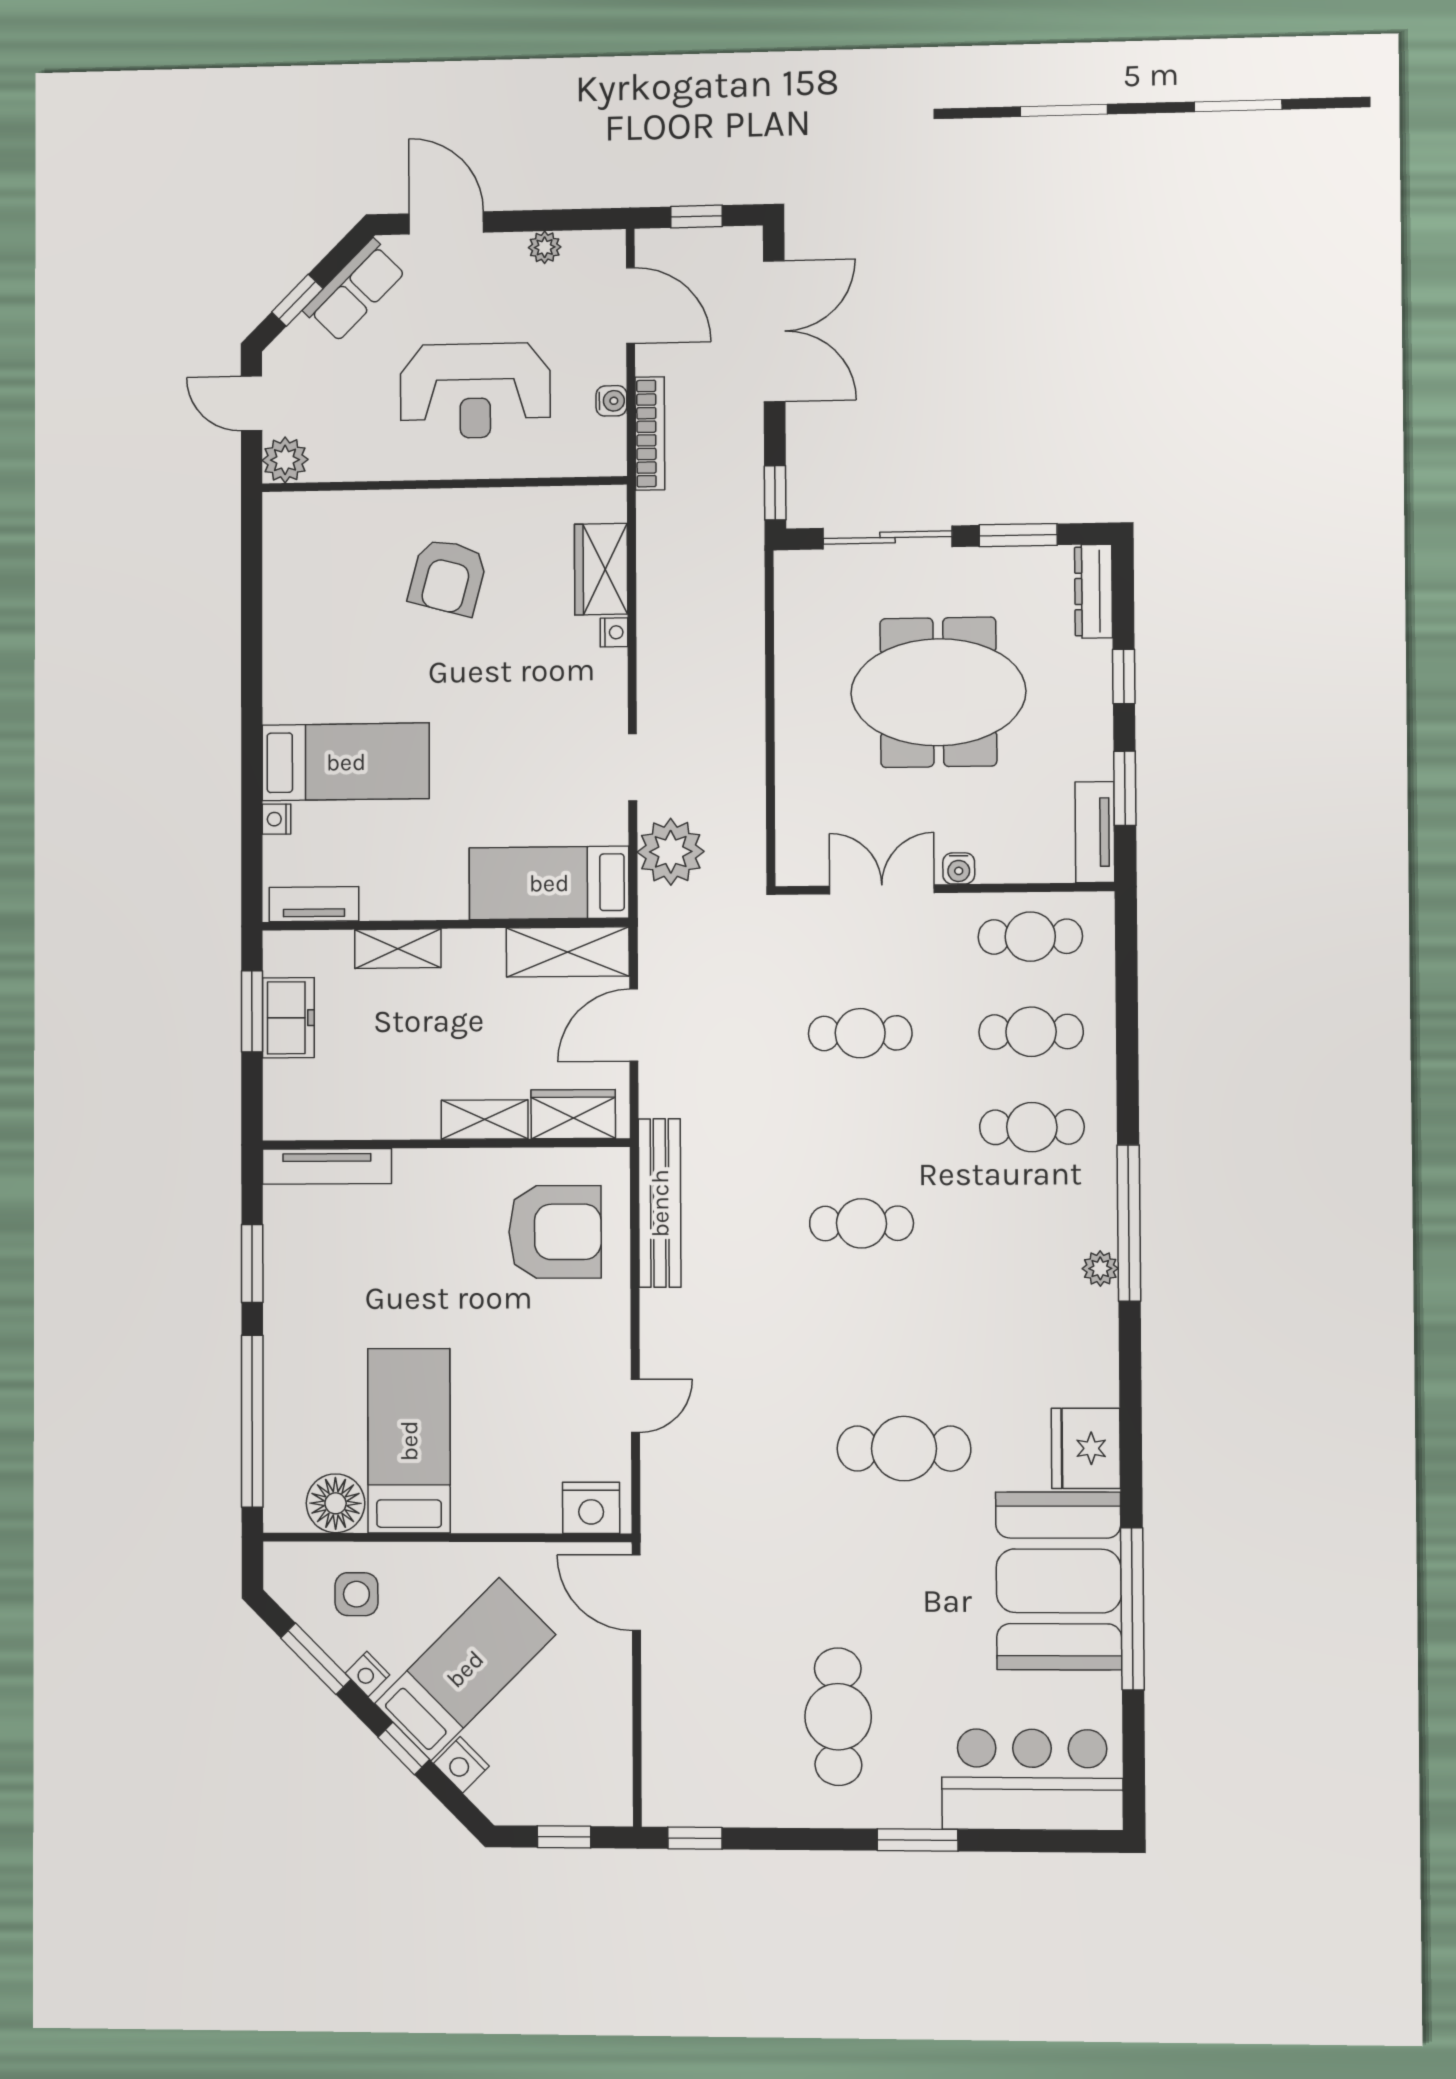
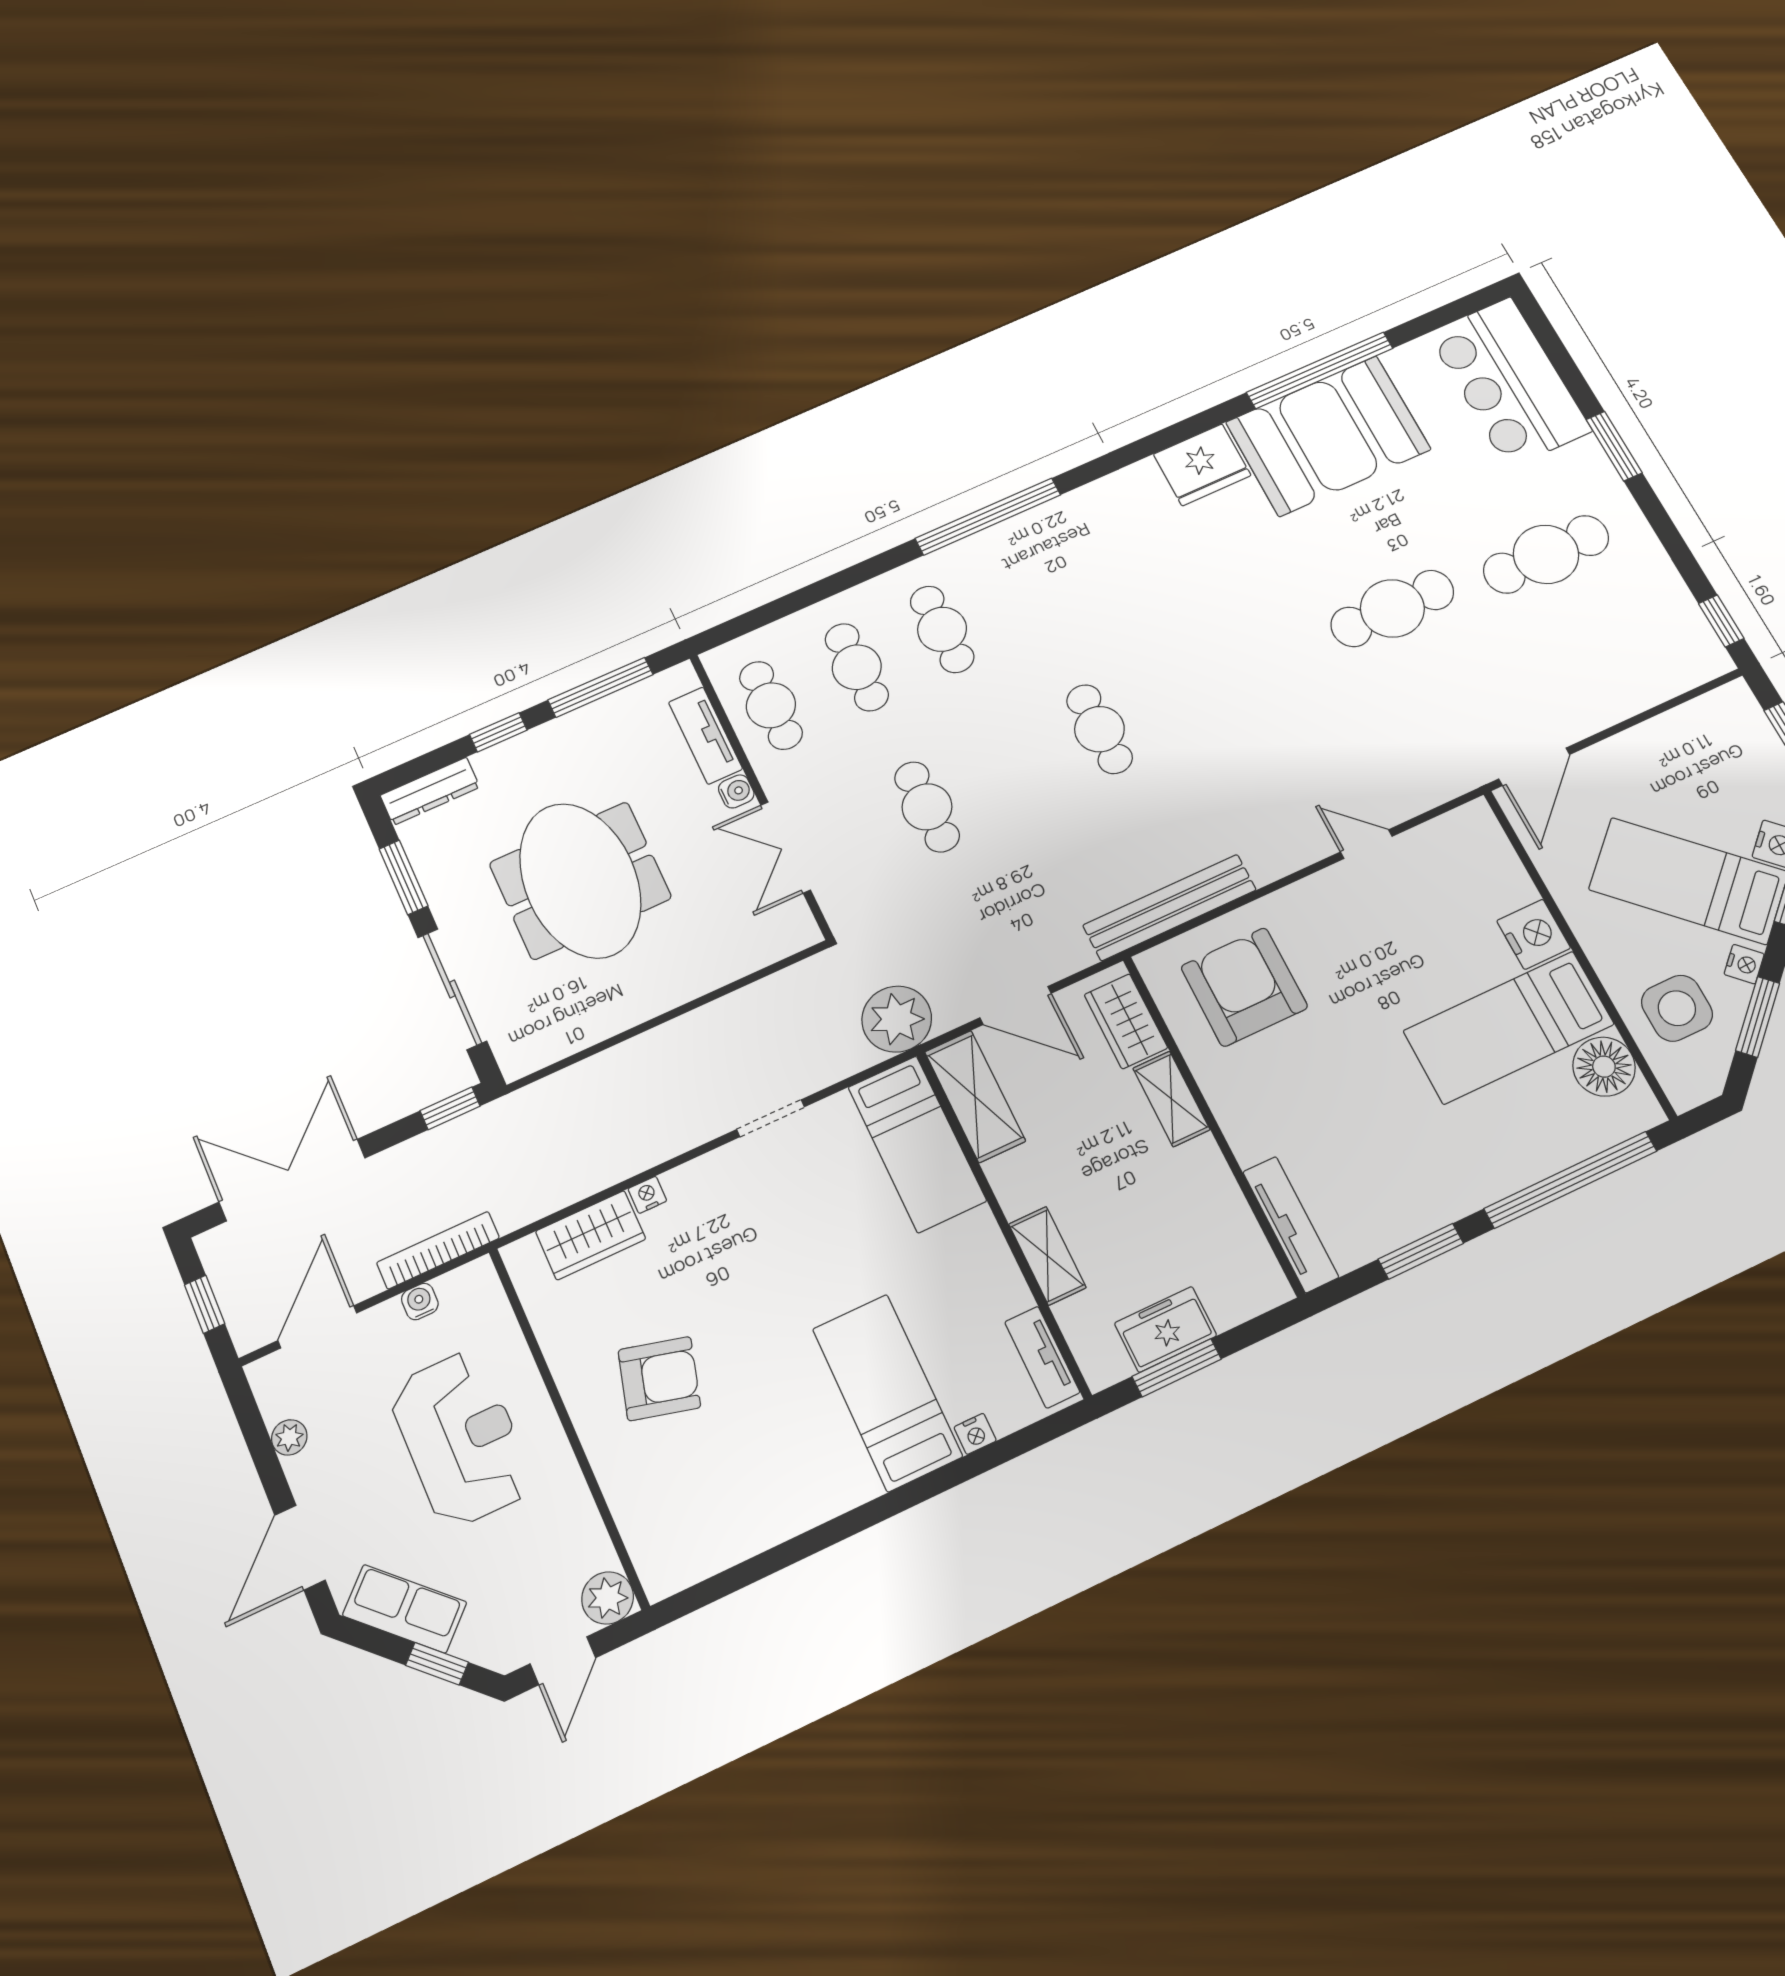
window: (1125, 788) -> (600, 687), width x1.44
tv unit: (1095, 832) -> (705, 736), moved, turned 90
plant: (671, 852) -> (897, 1019), moved
plant: (1100, 1268) -> (1039, 521), removed
cafe table: (904, 1449) -> (1392, 608), moved, turned 90
nightstand: (591, 1508) -> (1534, 934), moved
side table: (356, 1594) -> (1677, 1008), width x1.37, depth x1.37

